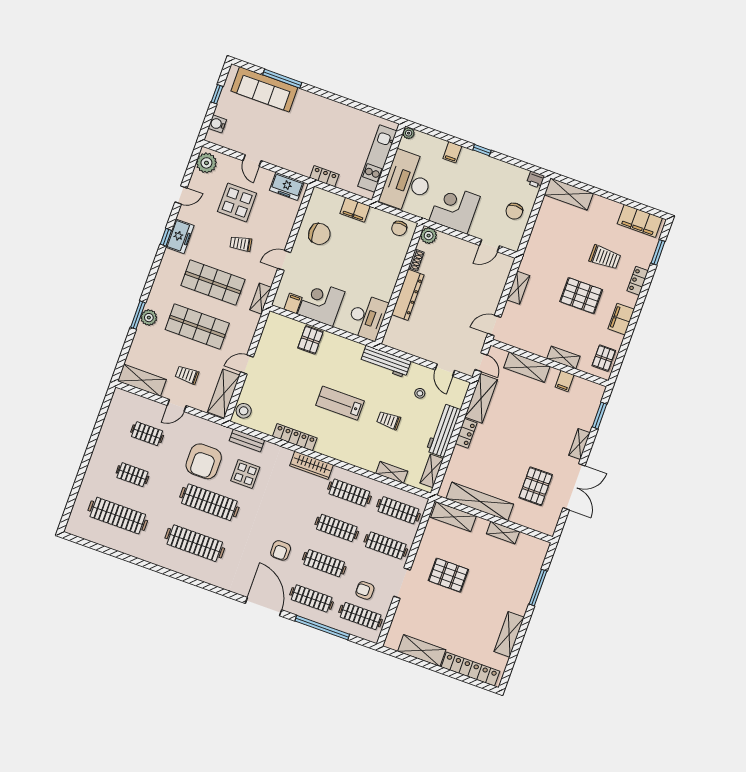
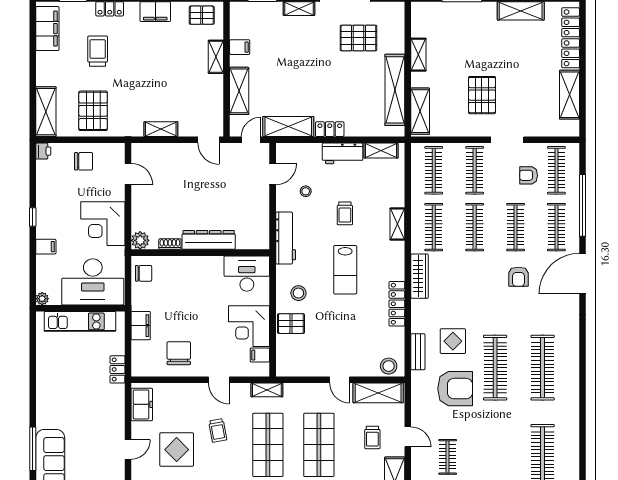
pallet: (581, 296) -> (93, 111), moved
stool: (334, 356) -> (298, 293), added
workbench: (443, 430) -> (343, 153), width x0.73
shelving: (392, 472) -> (397, 224), moved
clothes rail: (132, 475) -> (495, 457), removed
armchair: (281, 550) -> (518, 277), turned 90
armchair: (365, 590) -> (529, 175), turned 90

